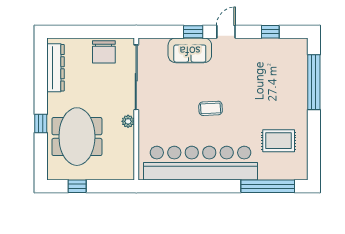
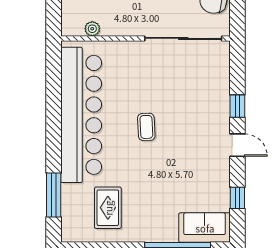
sofa: (190, 50) -> (205, 228), moved, turned 90
plant: (128, 121) -> (92, 29), moved
window: (268, 186) -> (54, 195), width x0.68

